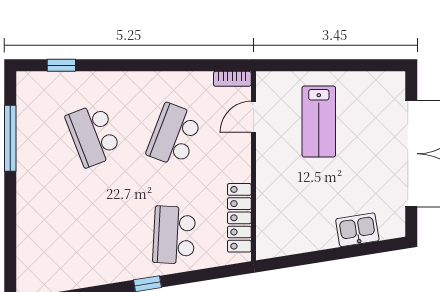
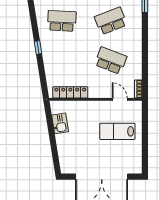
kitchen sink: (357, 230) -> (60, 123), moved
school desk: (174, 235) -> (62, 21), moved

